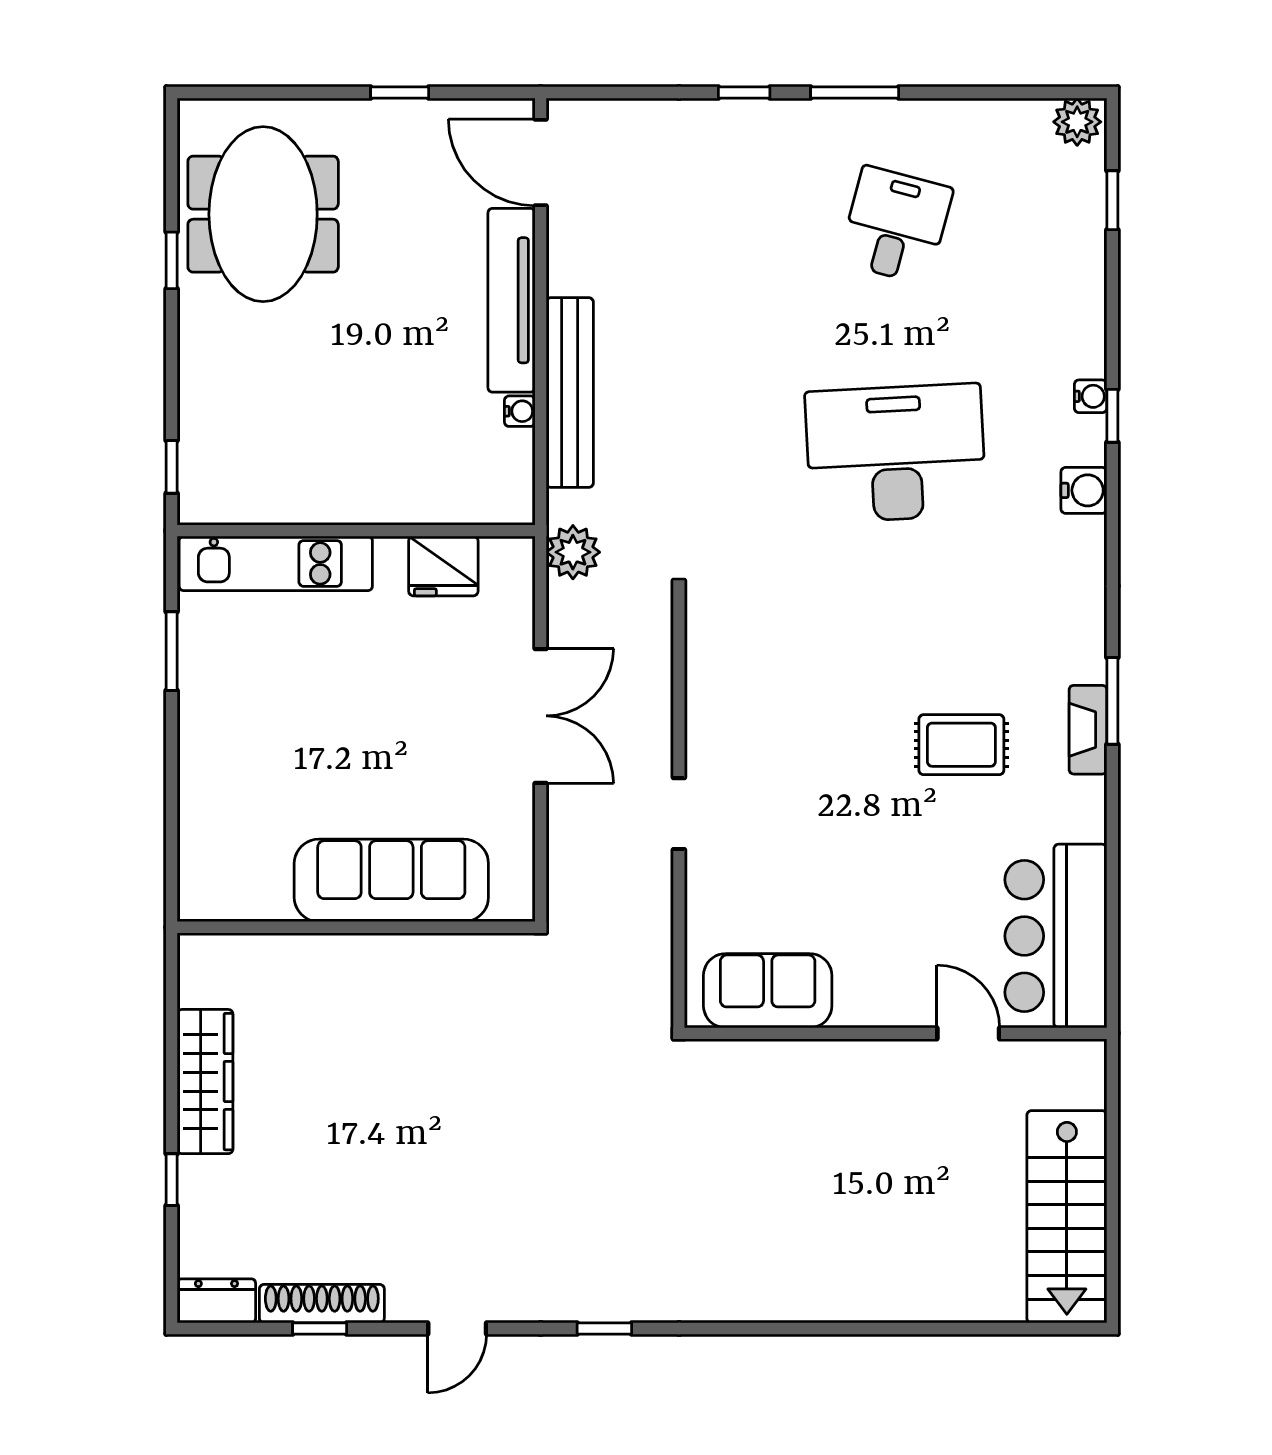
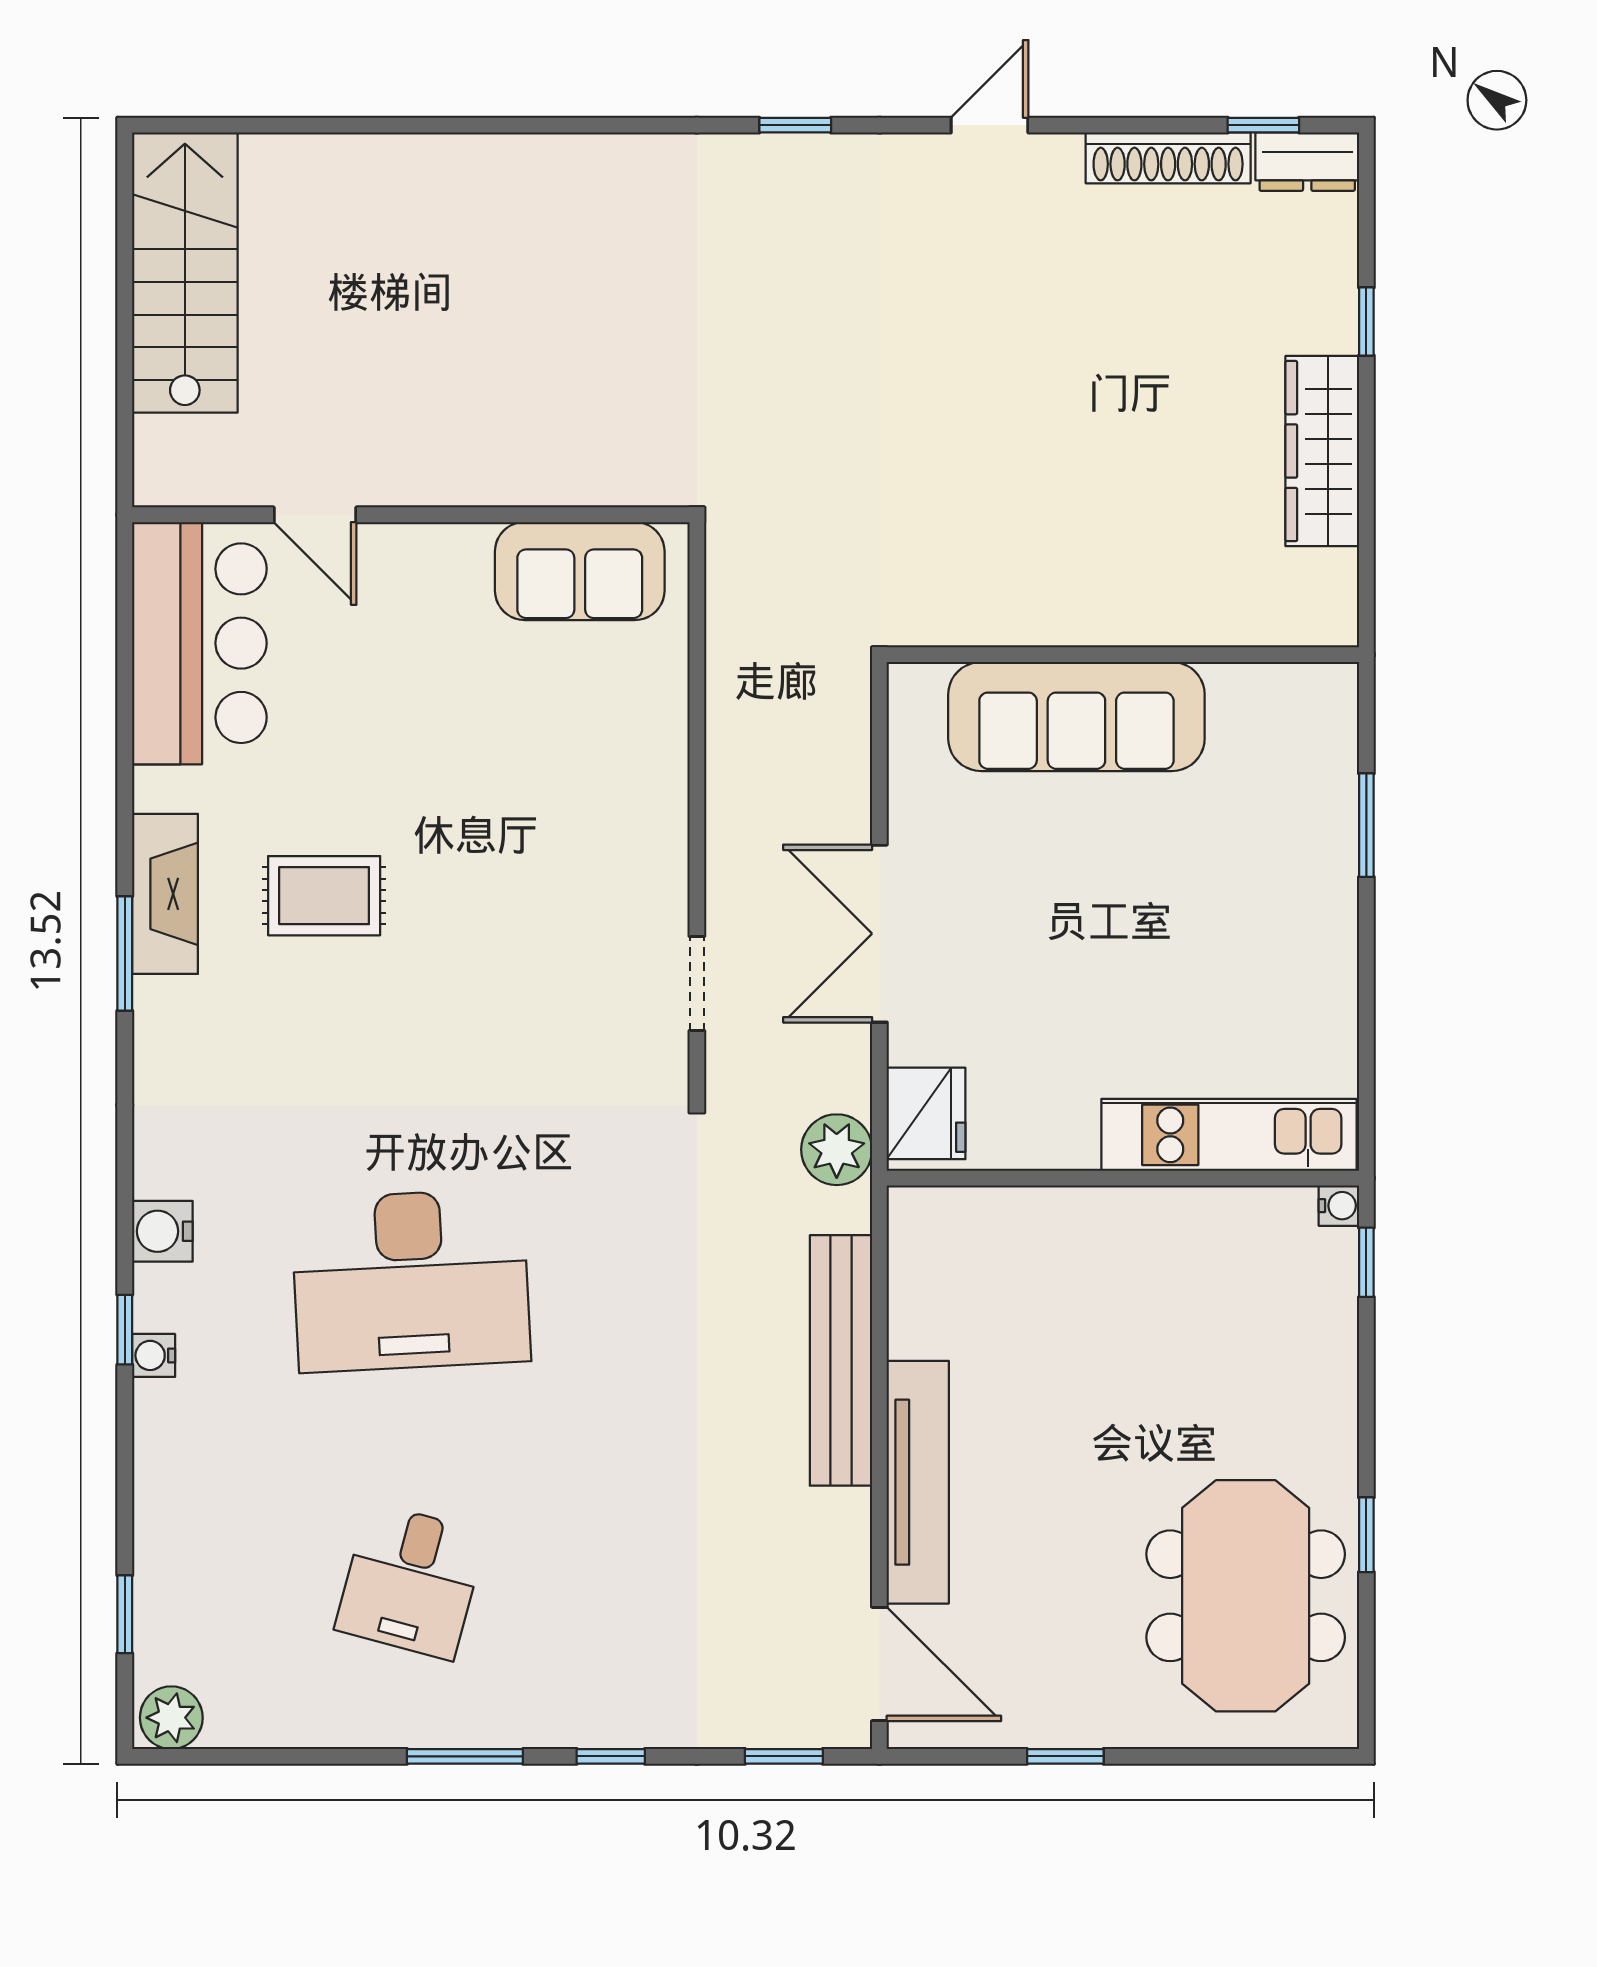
window: (613, 93) -> (784, 1756), added
water cooler: (520, 411) -> (1339, 1206), moved, turned 180
fridge: (443, 566) -> (926, 1113), moved, turned 90
window: (172, 651) -> (1366, 825), moved
fireplace: (1088, 730) -> (165, 894), width x1.37, depth x1.32
doorway: (679, 814) -> (697, 984), moved
window: (320, 1328) -> (1263, 125), moved

